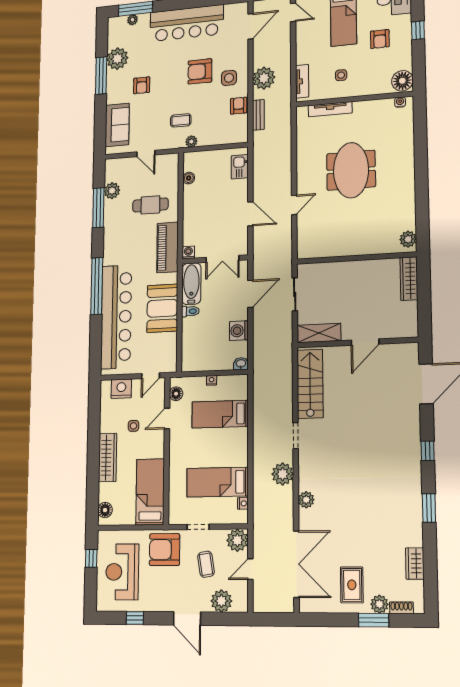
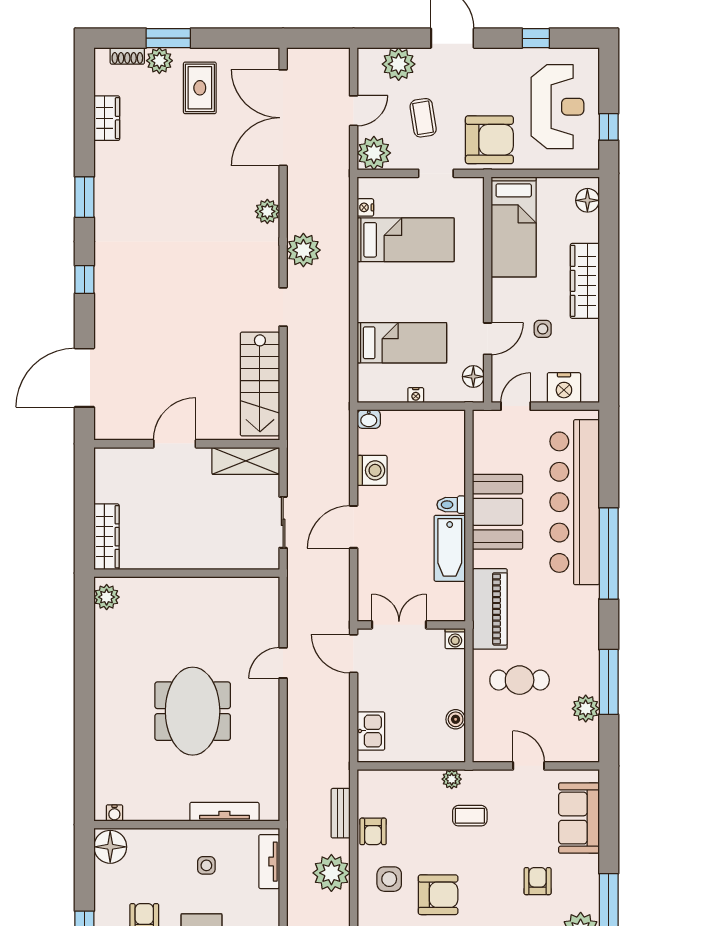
washing machine: (188, 253) -> (455, 638), moved
wall: (215, 259) -> (411, 625), moved
double door: (222, 259) -> (399, 625), moved

